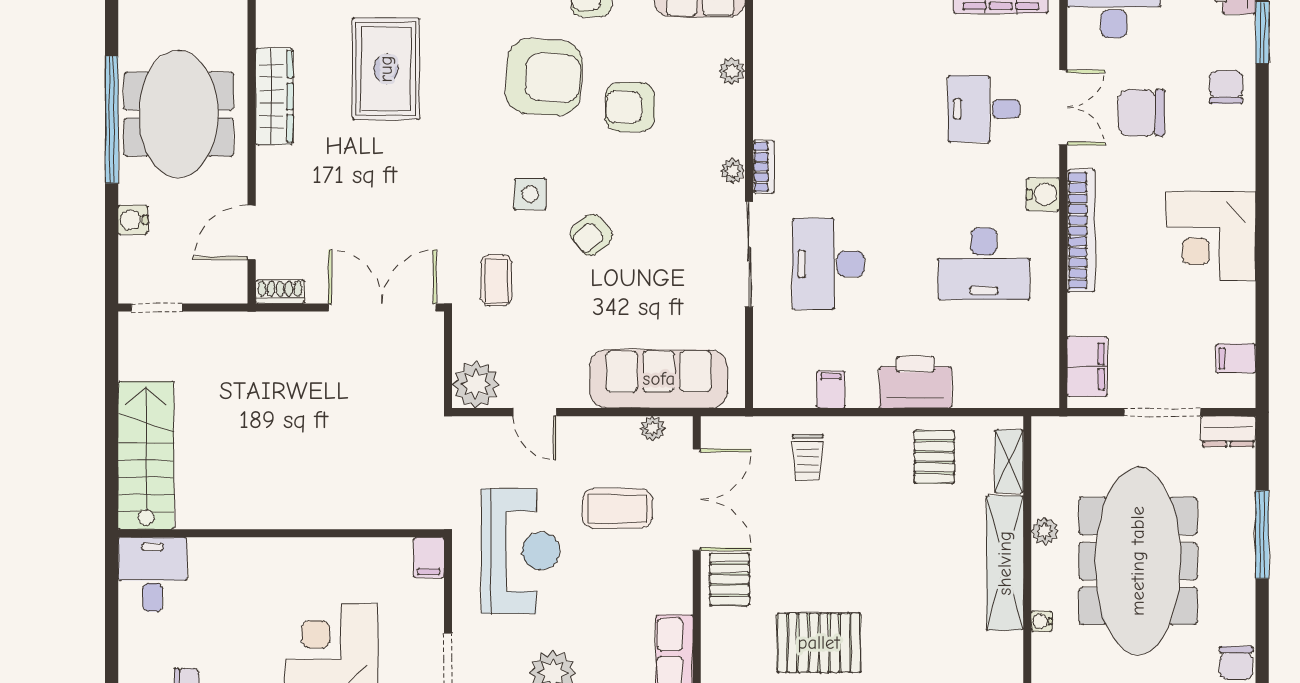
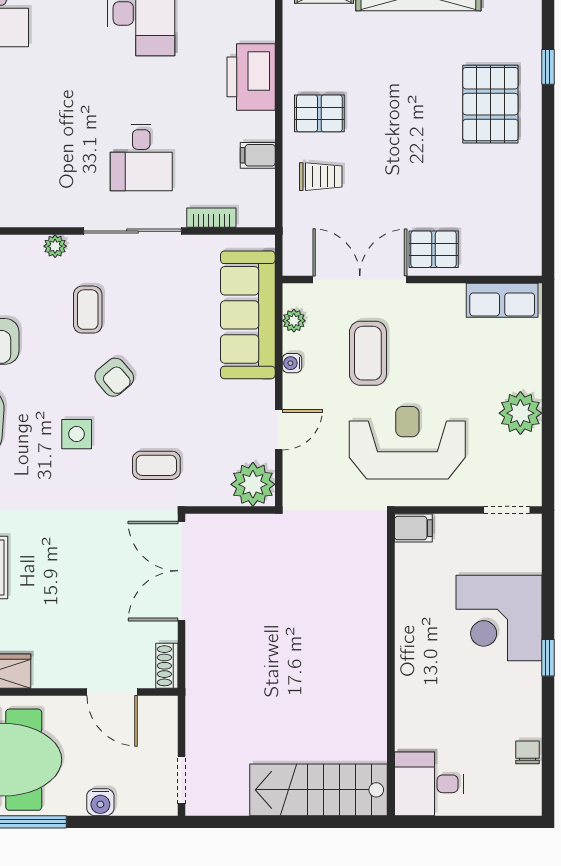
bookcase: (764, 167) -> (211, 218), moved
coffee table: (664, 206) -> (88, 310), added
desk: (828, 264) -> (141, 158), width x0.73
water cooler: (607, 427) -> (292, 363), added
pallet: (934, 457) -> (319, 113), moved
pallet: (819, 643) -> (490, 104), moved

